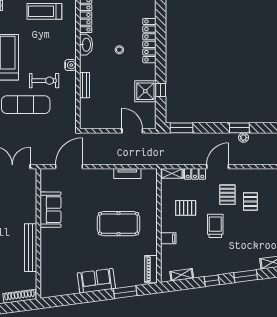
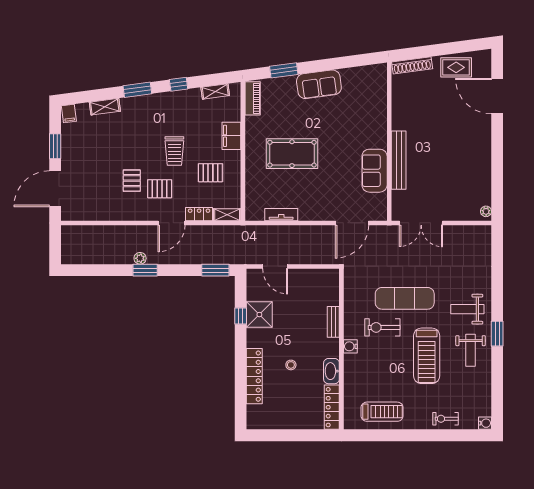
pallet: (227, 195) -> (160, 189), turned 90
filing cabinet: (168, 238) -> (231, 136), width x2.00
bench: (31, 248) -> (399, 160), moved

